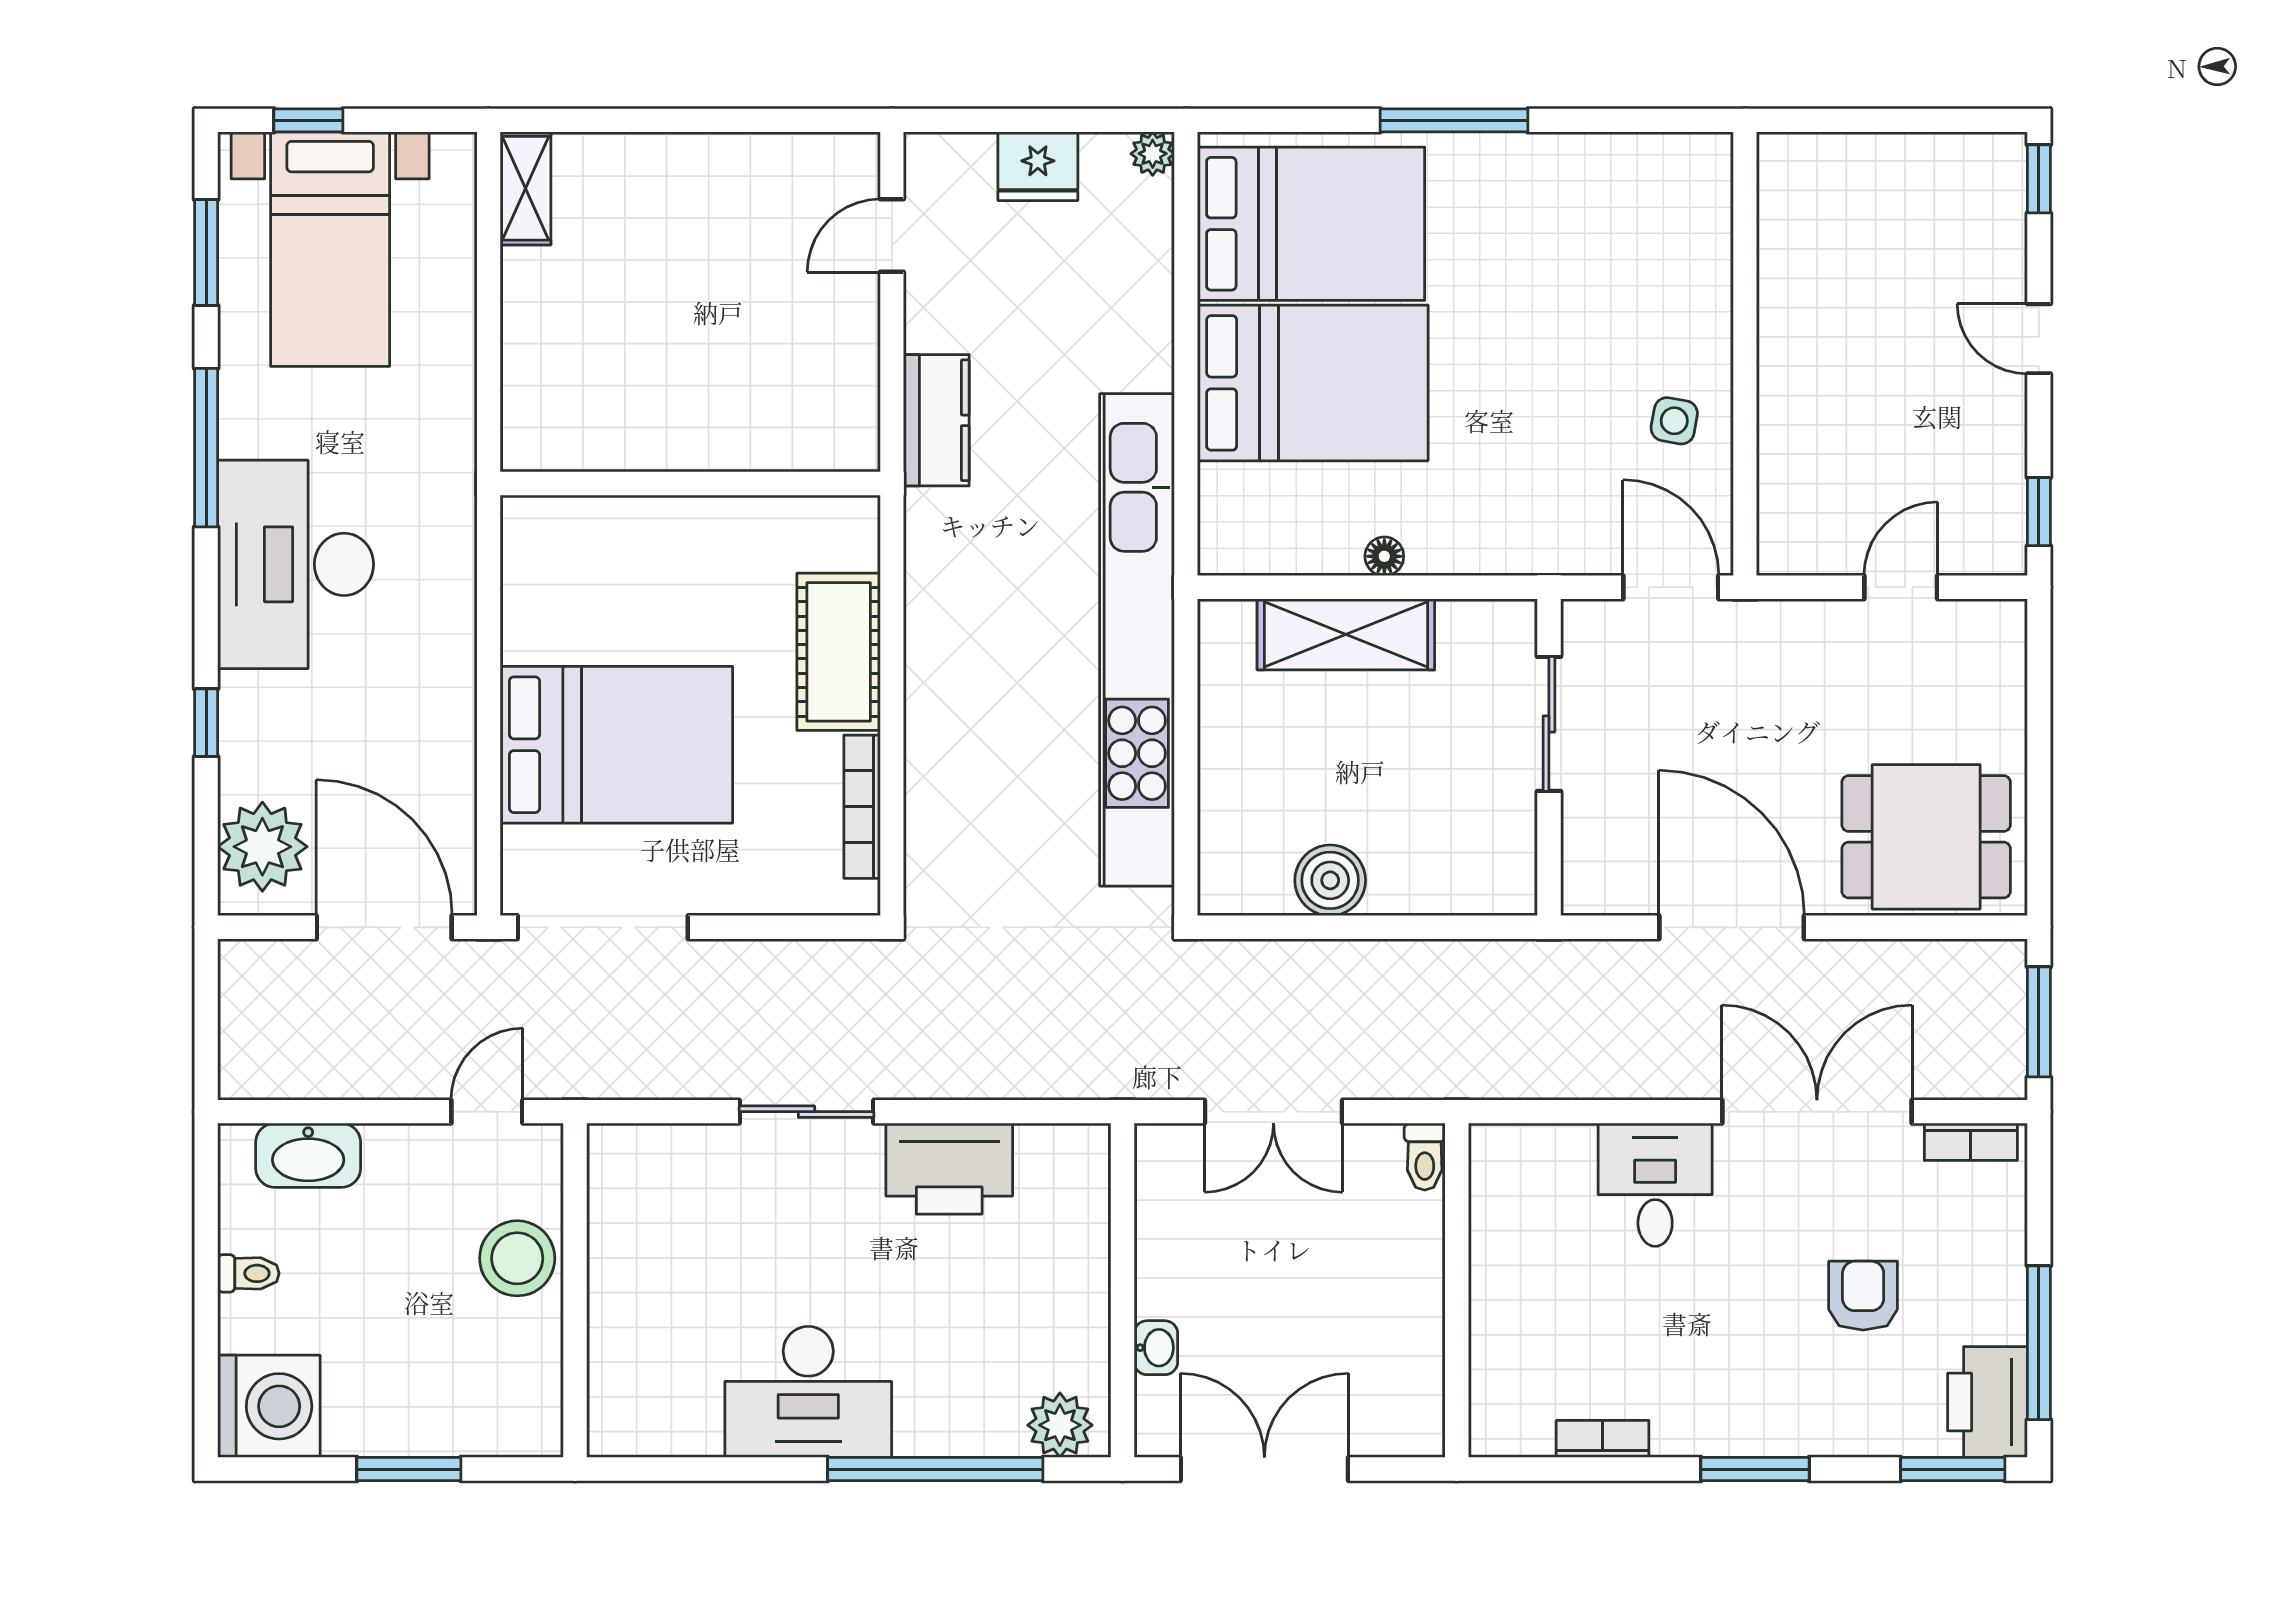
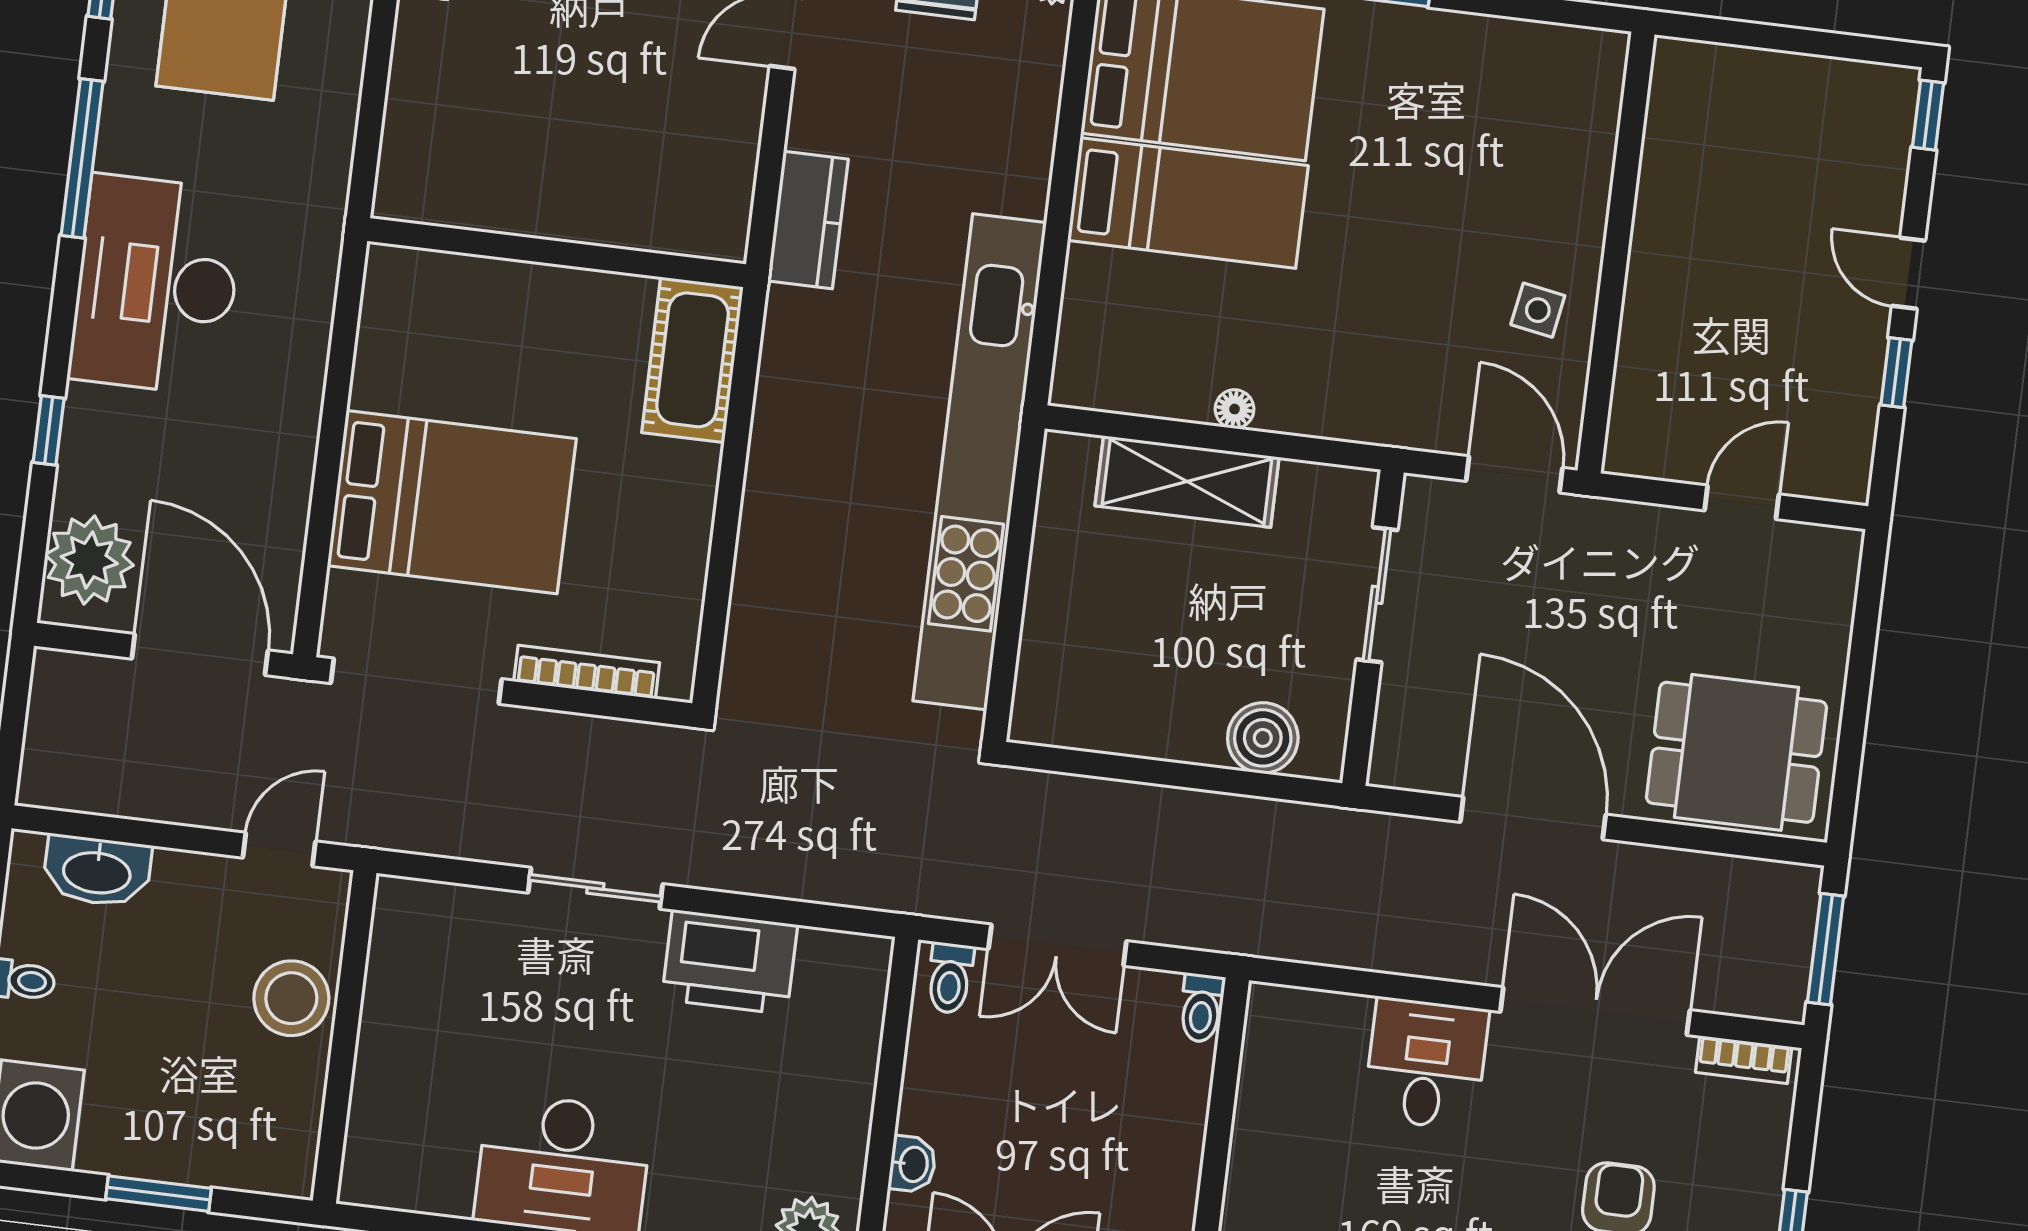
bed: (1313, 383) -> (1188, 203), width x0.67
window: (2039, 512) -> (1896, 373), moved
cot: (839, 652) -> (693, 360), moved
bookcase: (862, 807) -> (587, 672), moved, turned 90
boiler: (1330, 880) -> (1263, 738), moved
toilet: (1171, 1158) -> (950, 978), added

